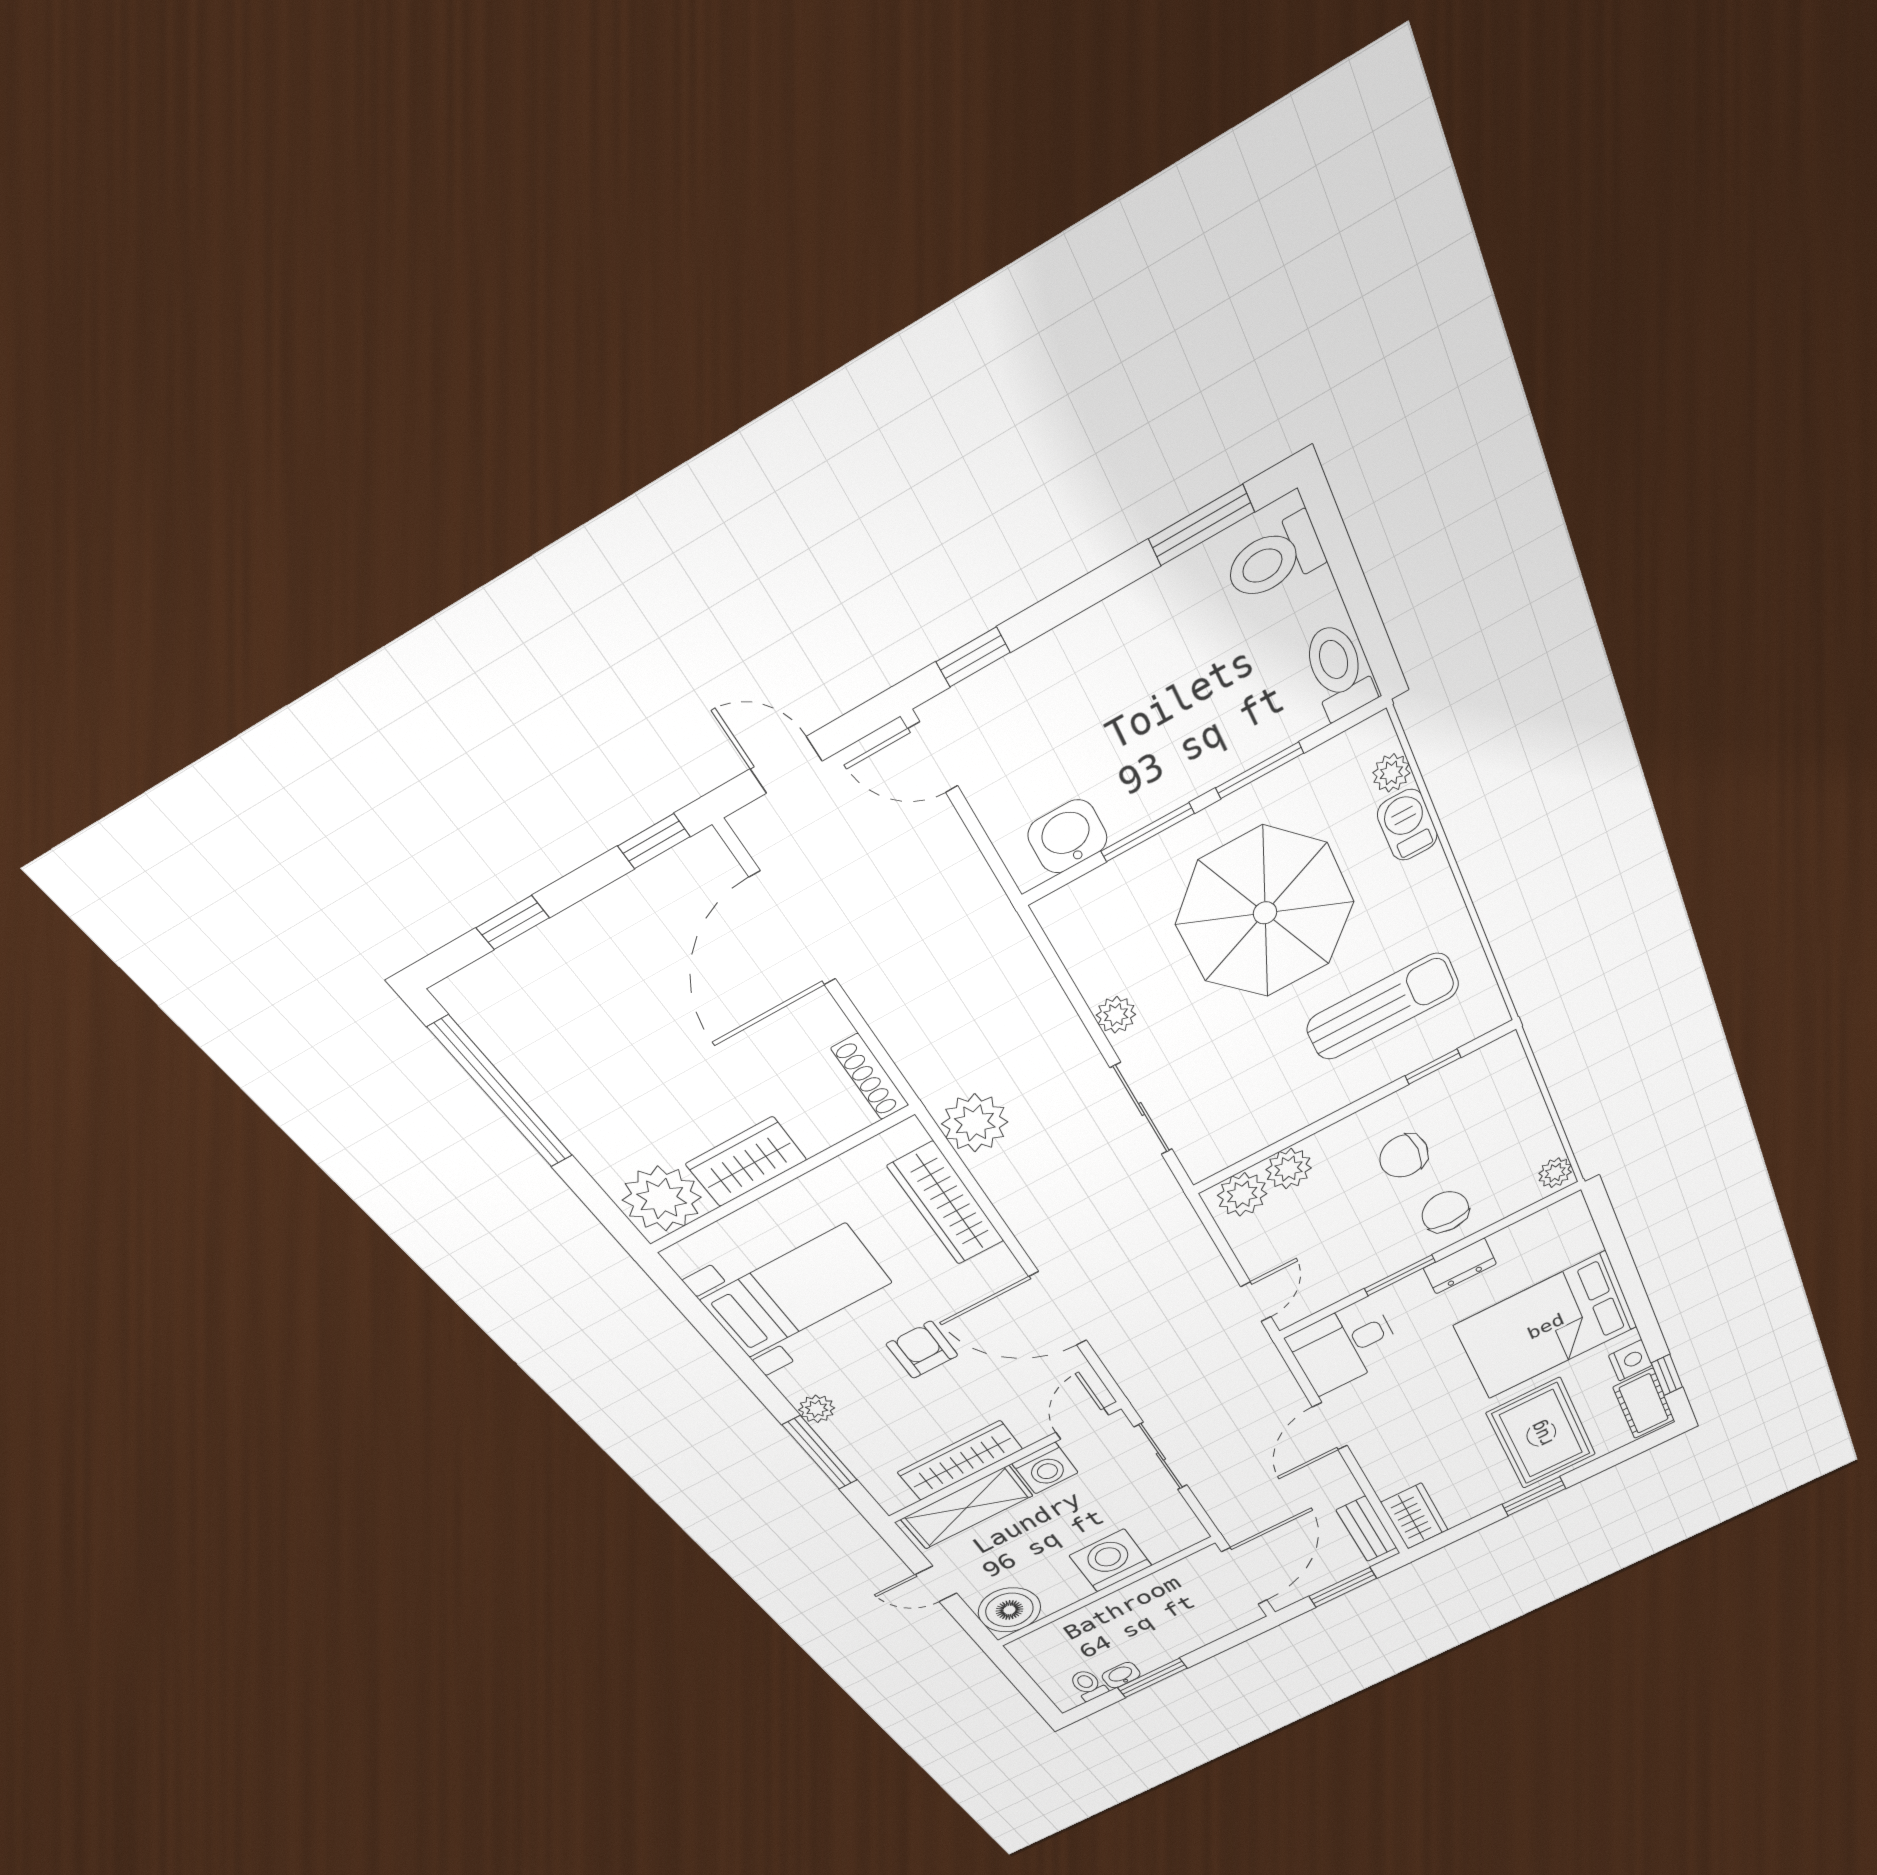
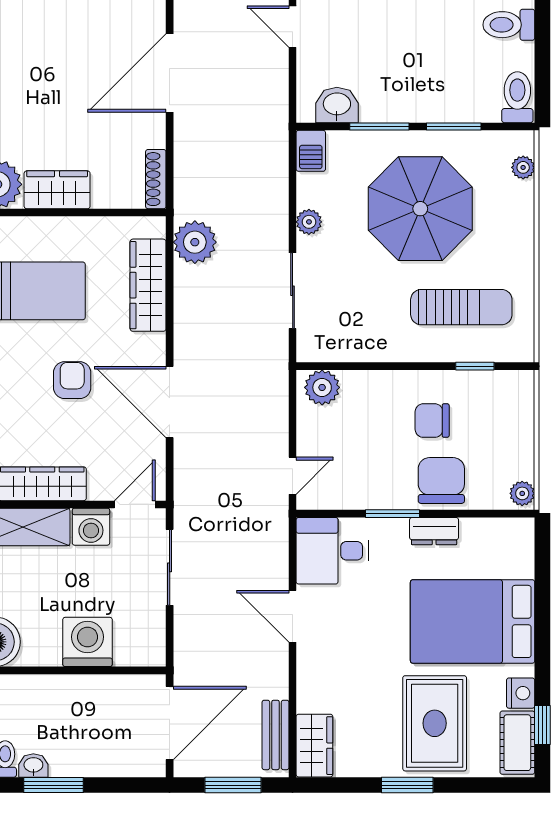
barbecue: (1407, 825) -> (311, 151), moved, turned 180
plant: (1289, 1169) -> (358, 386), removed
chair: (1445, 1212) -> (441, 480), width x1.37, depth x1.37
door: (1330, 1426) -> (293, 616), hinge flipped

